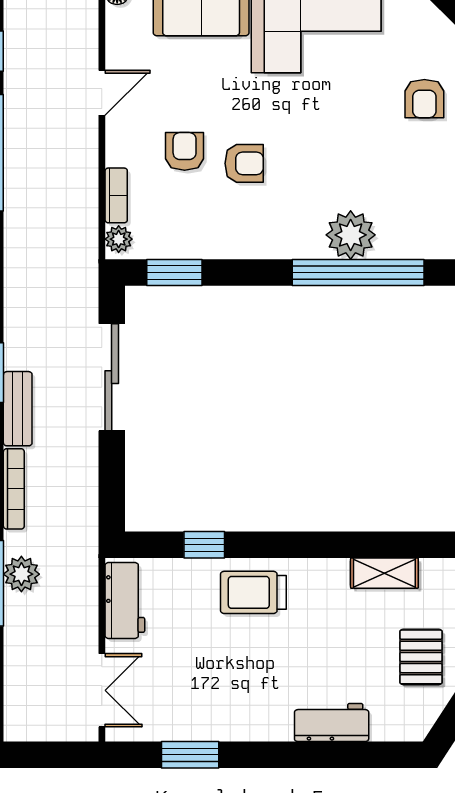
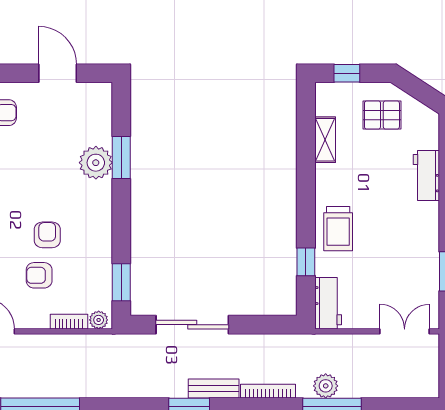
window: (358, 273) -> (121, 158), width x0.47
workbench: (125, 601) -> (328, 303), moved, turned 90

